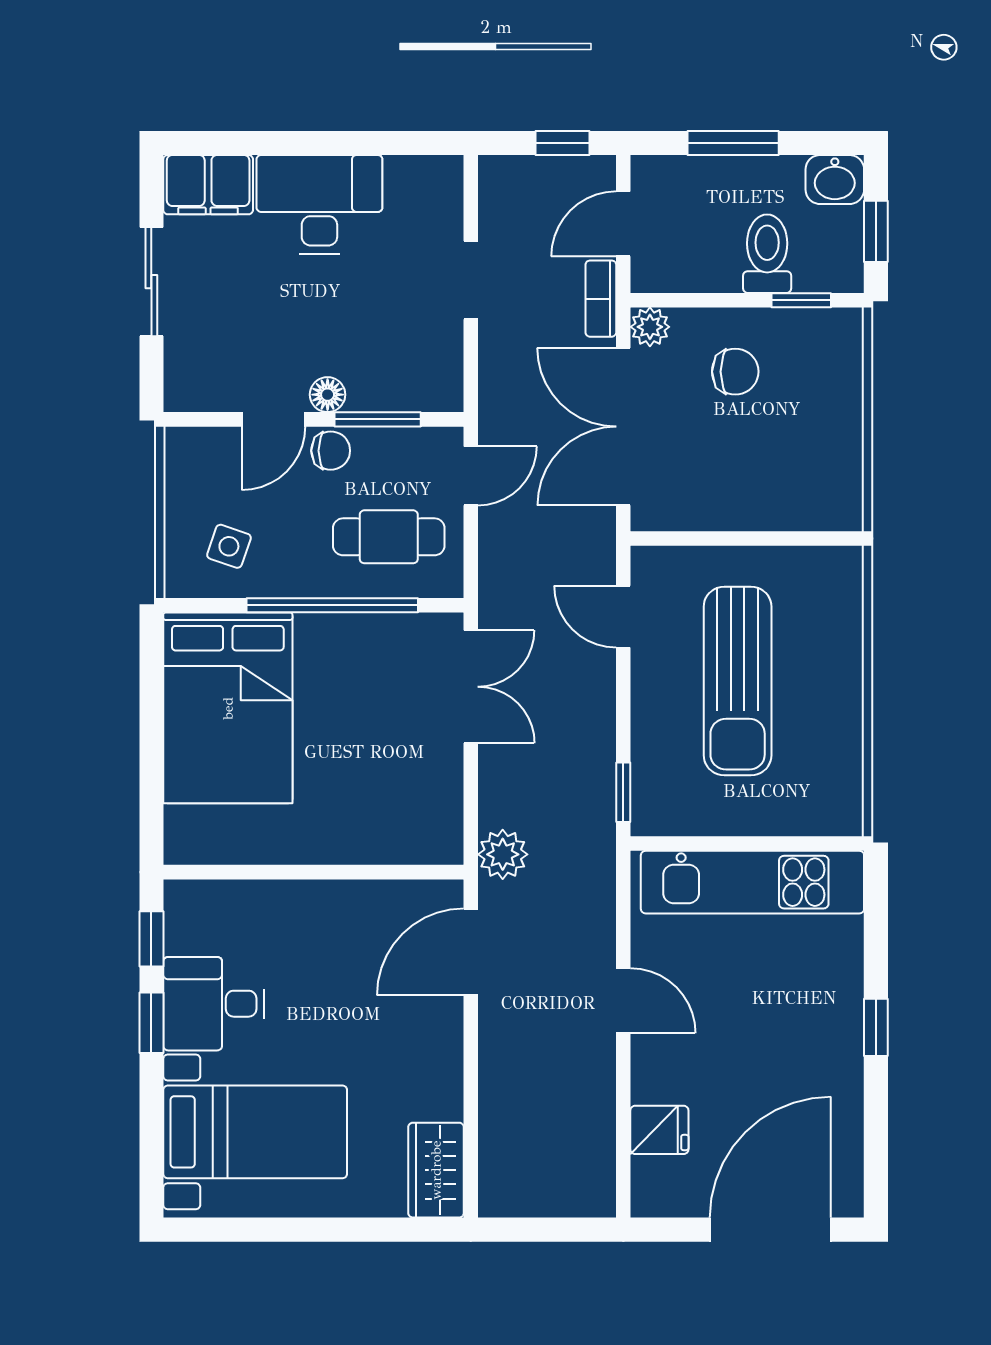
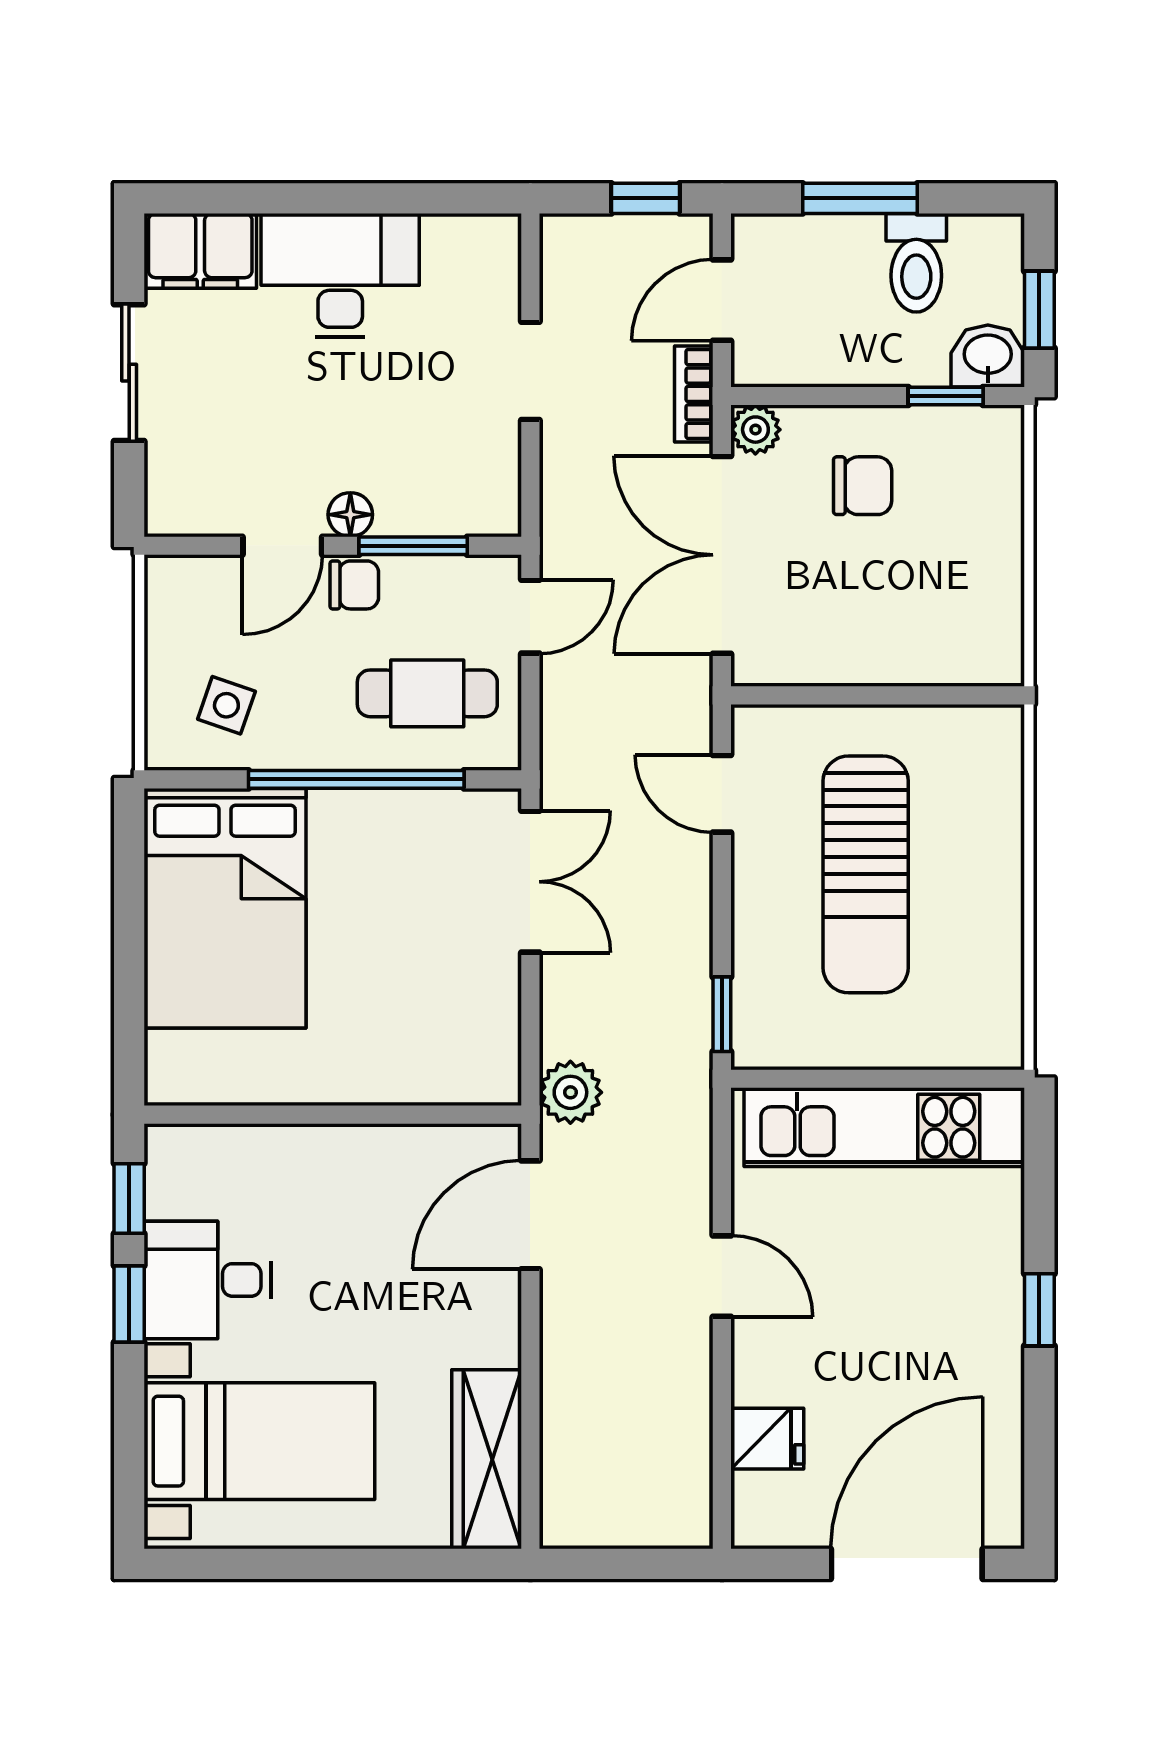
washbasin: (835, 180) -> (988, 356), moved, turned 180
toilet: (767, 254) -> (916, 263), moved, turned 180
wardrobe: (436, 1170) -> (487, 1459), width x1.50

